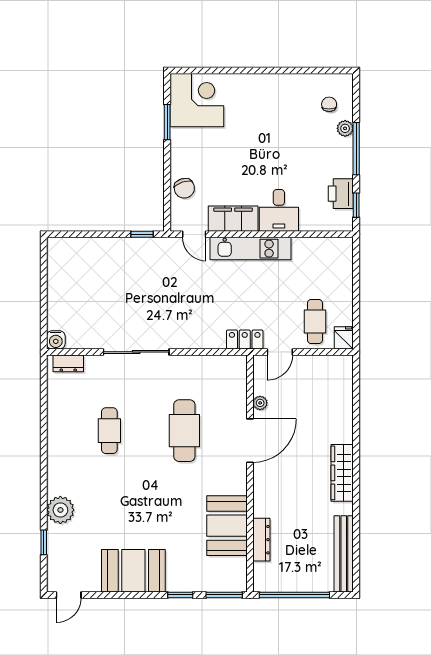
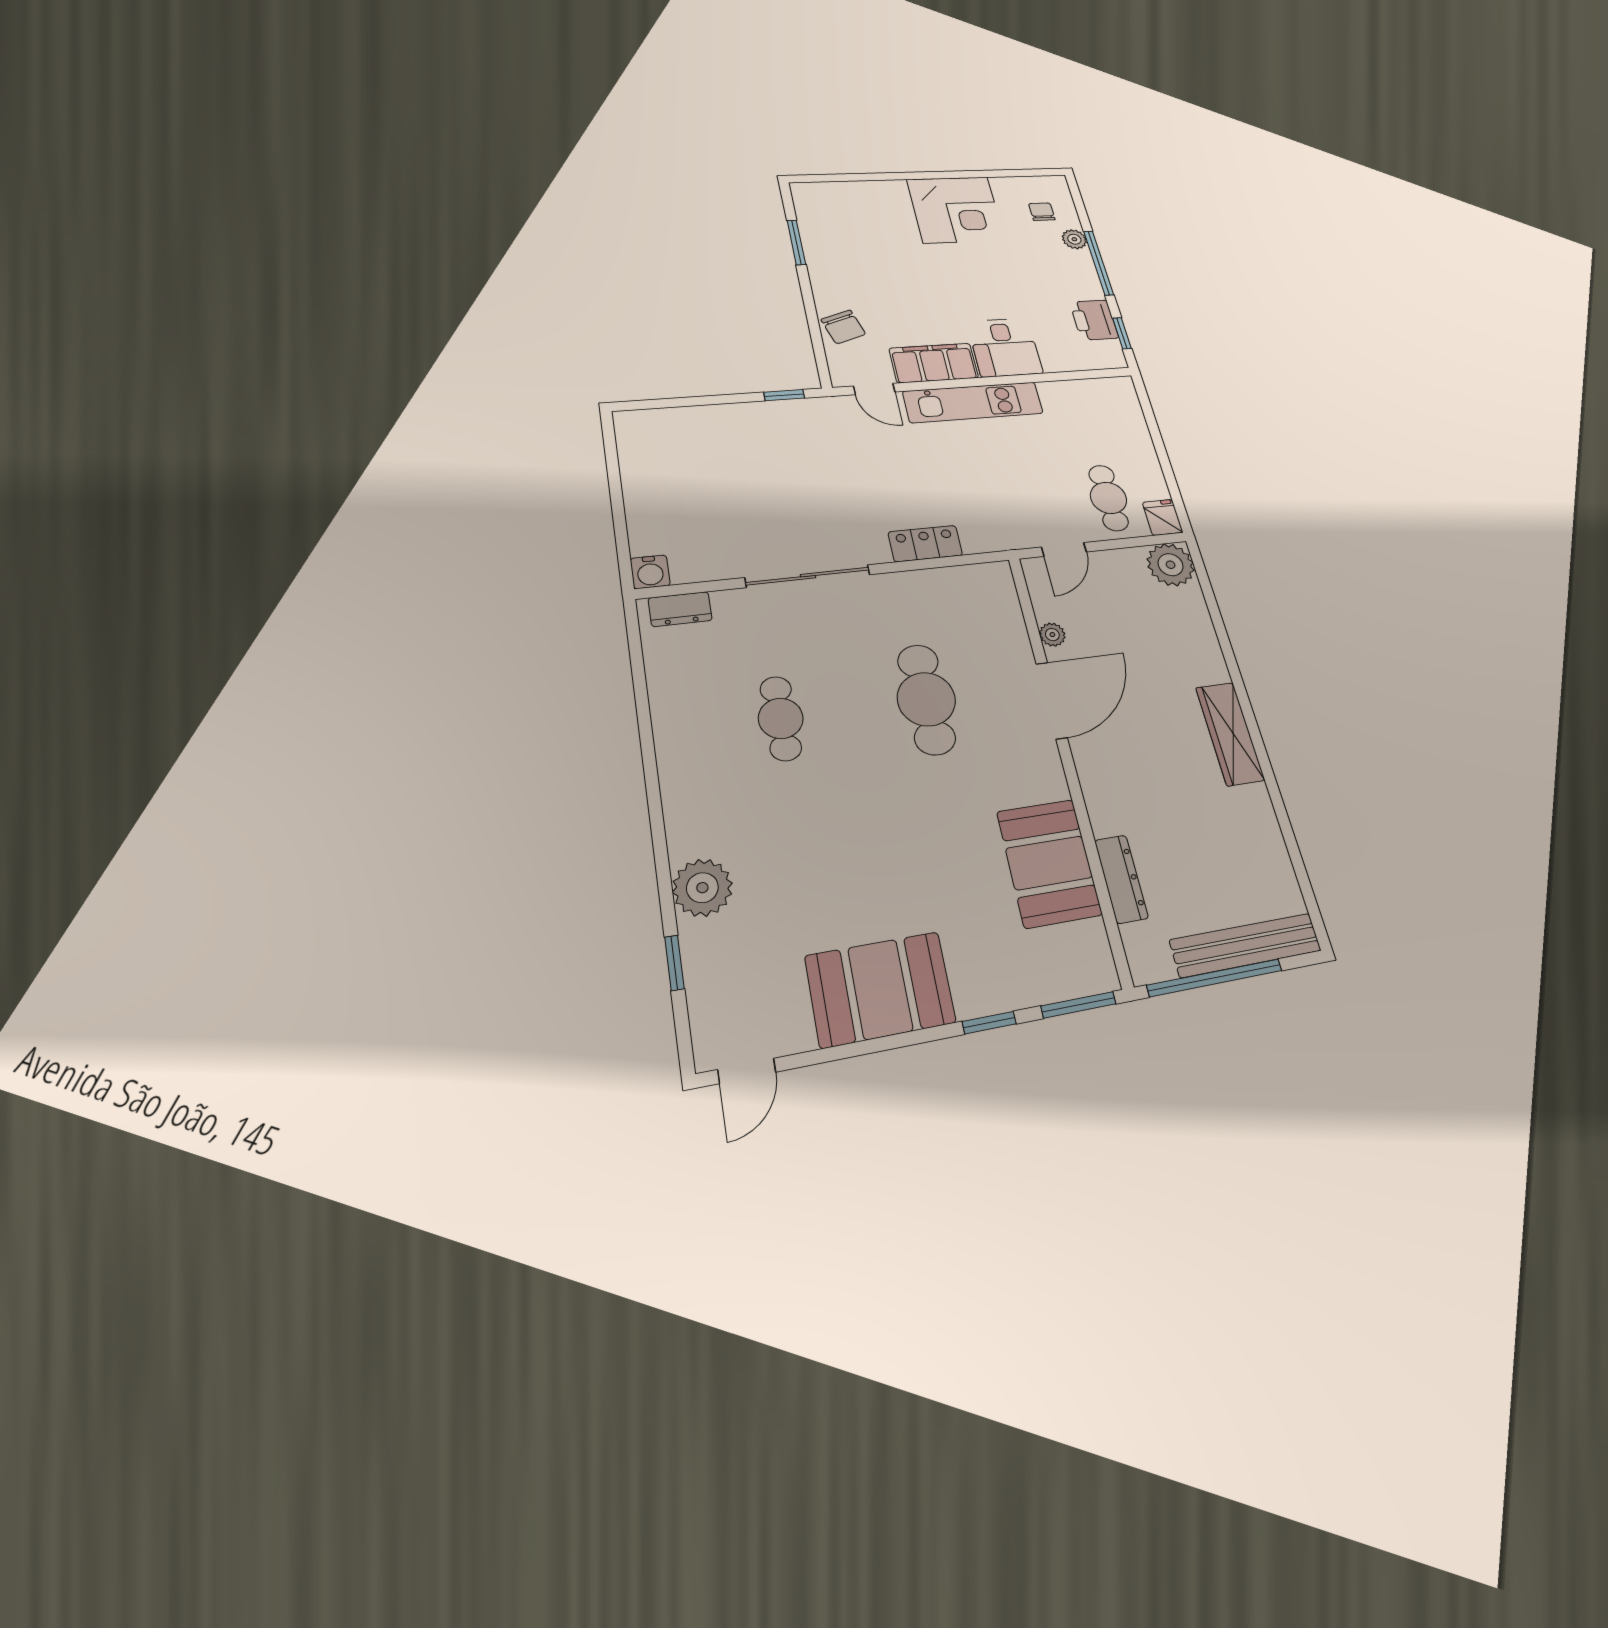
corner desk: (197, 100) -> (956, 210), moved, turned 90
locker: (245, 339) -> (925, 544), moved
plant: (339, 369) -> (1171, 565), added
bench: (344, 554) -> (1246, 945), moved, turned 90

